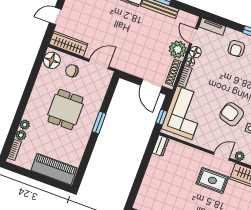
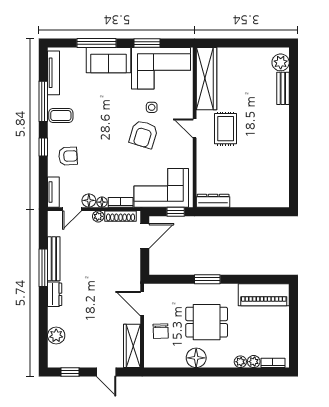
plant: (178, 49) -> (98, 216), width x0.53, depth x0.53
floor lamp: (52, 60) -> (196, 358), moved
dresser: (161, 146) -> (213, 201), width x1.44
plant: (240, 156) -> (187, 108), removed
piano: (54, 169) -> (264, 295), moved, turned -90

